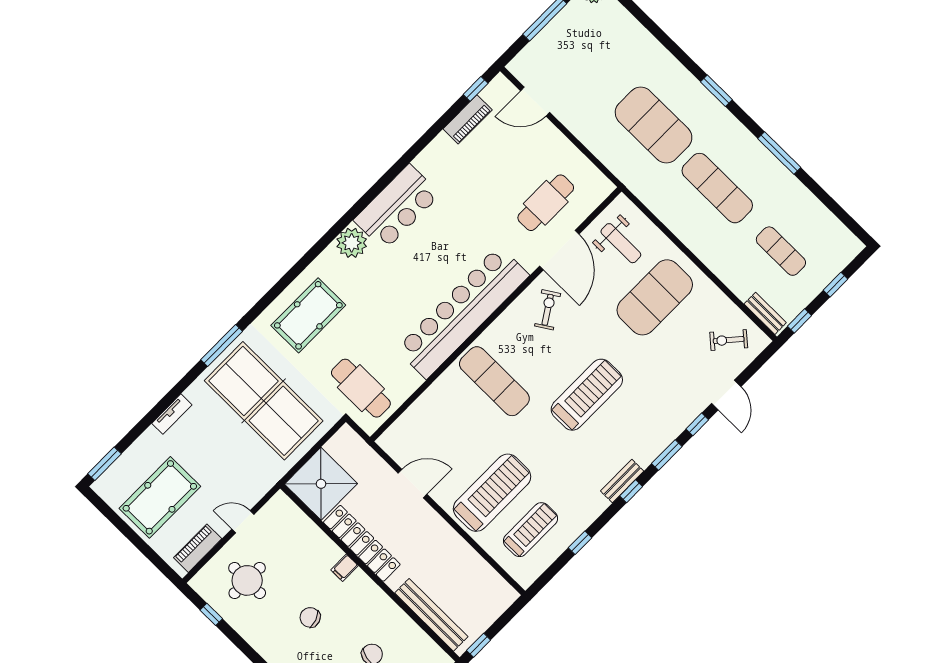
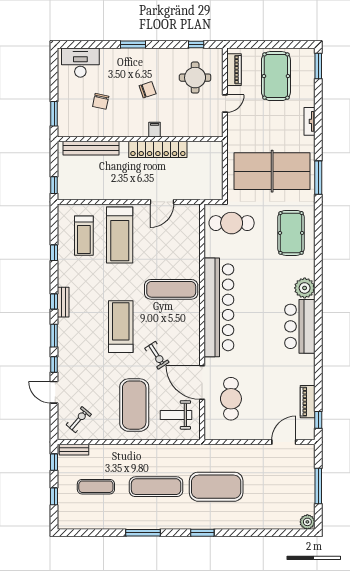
exercise bike: (548, 310) -> (157, 355), moved
treadmill: (587, 395) -> (121, 327), turned 180
shower: (321, 484) -> (205, 159), removed
window: (479, 645) -> (54, 185), moved

